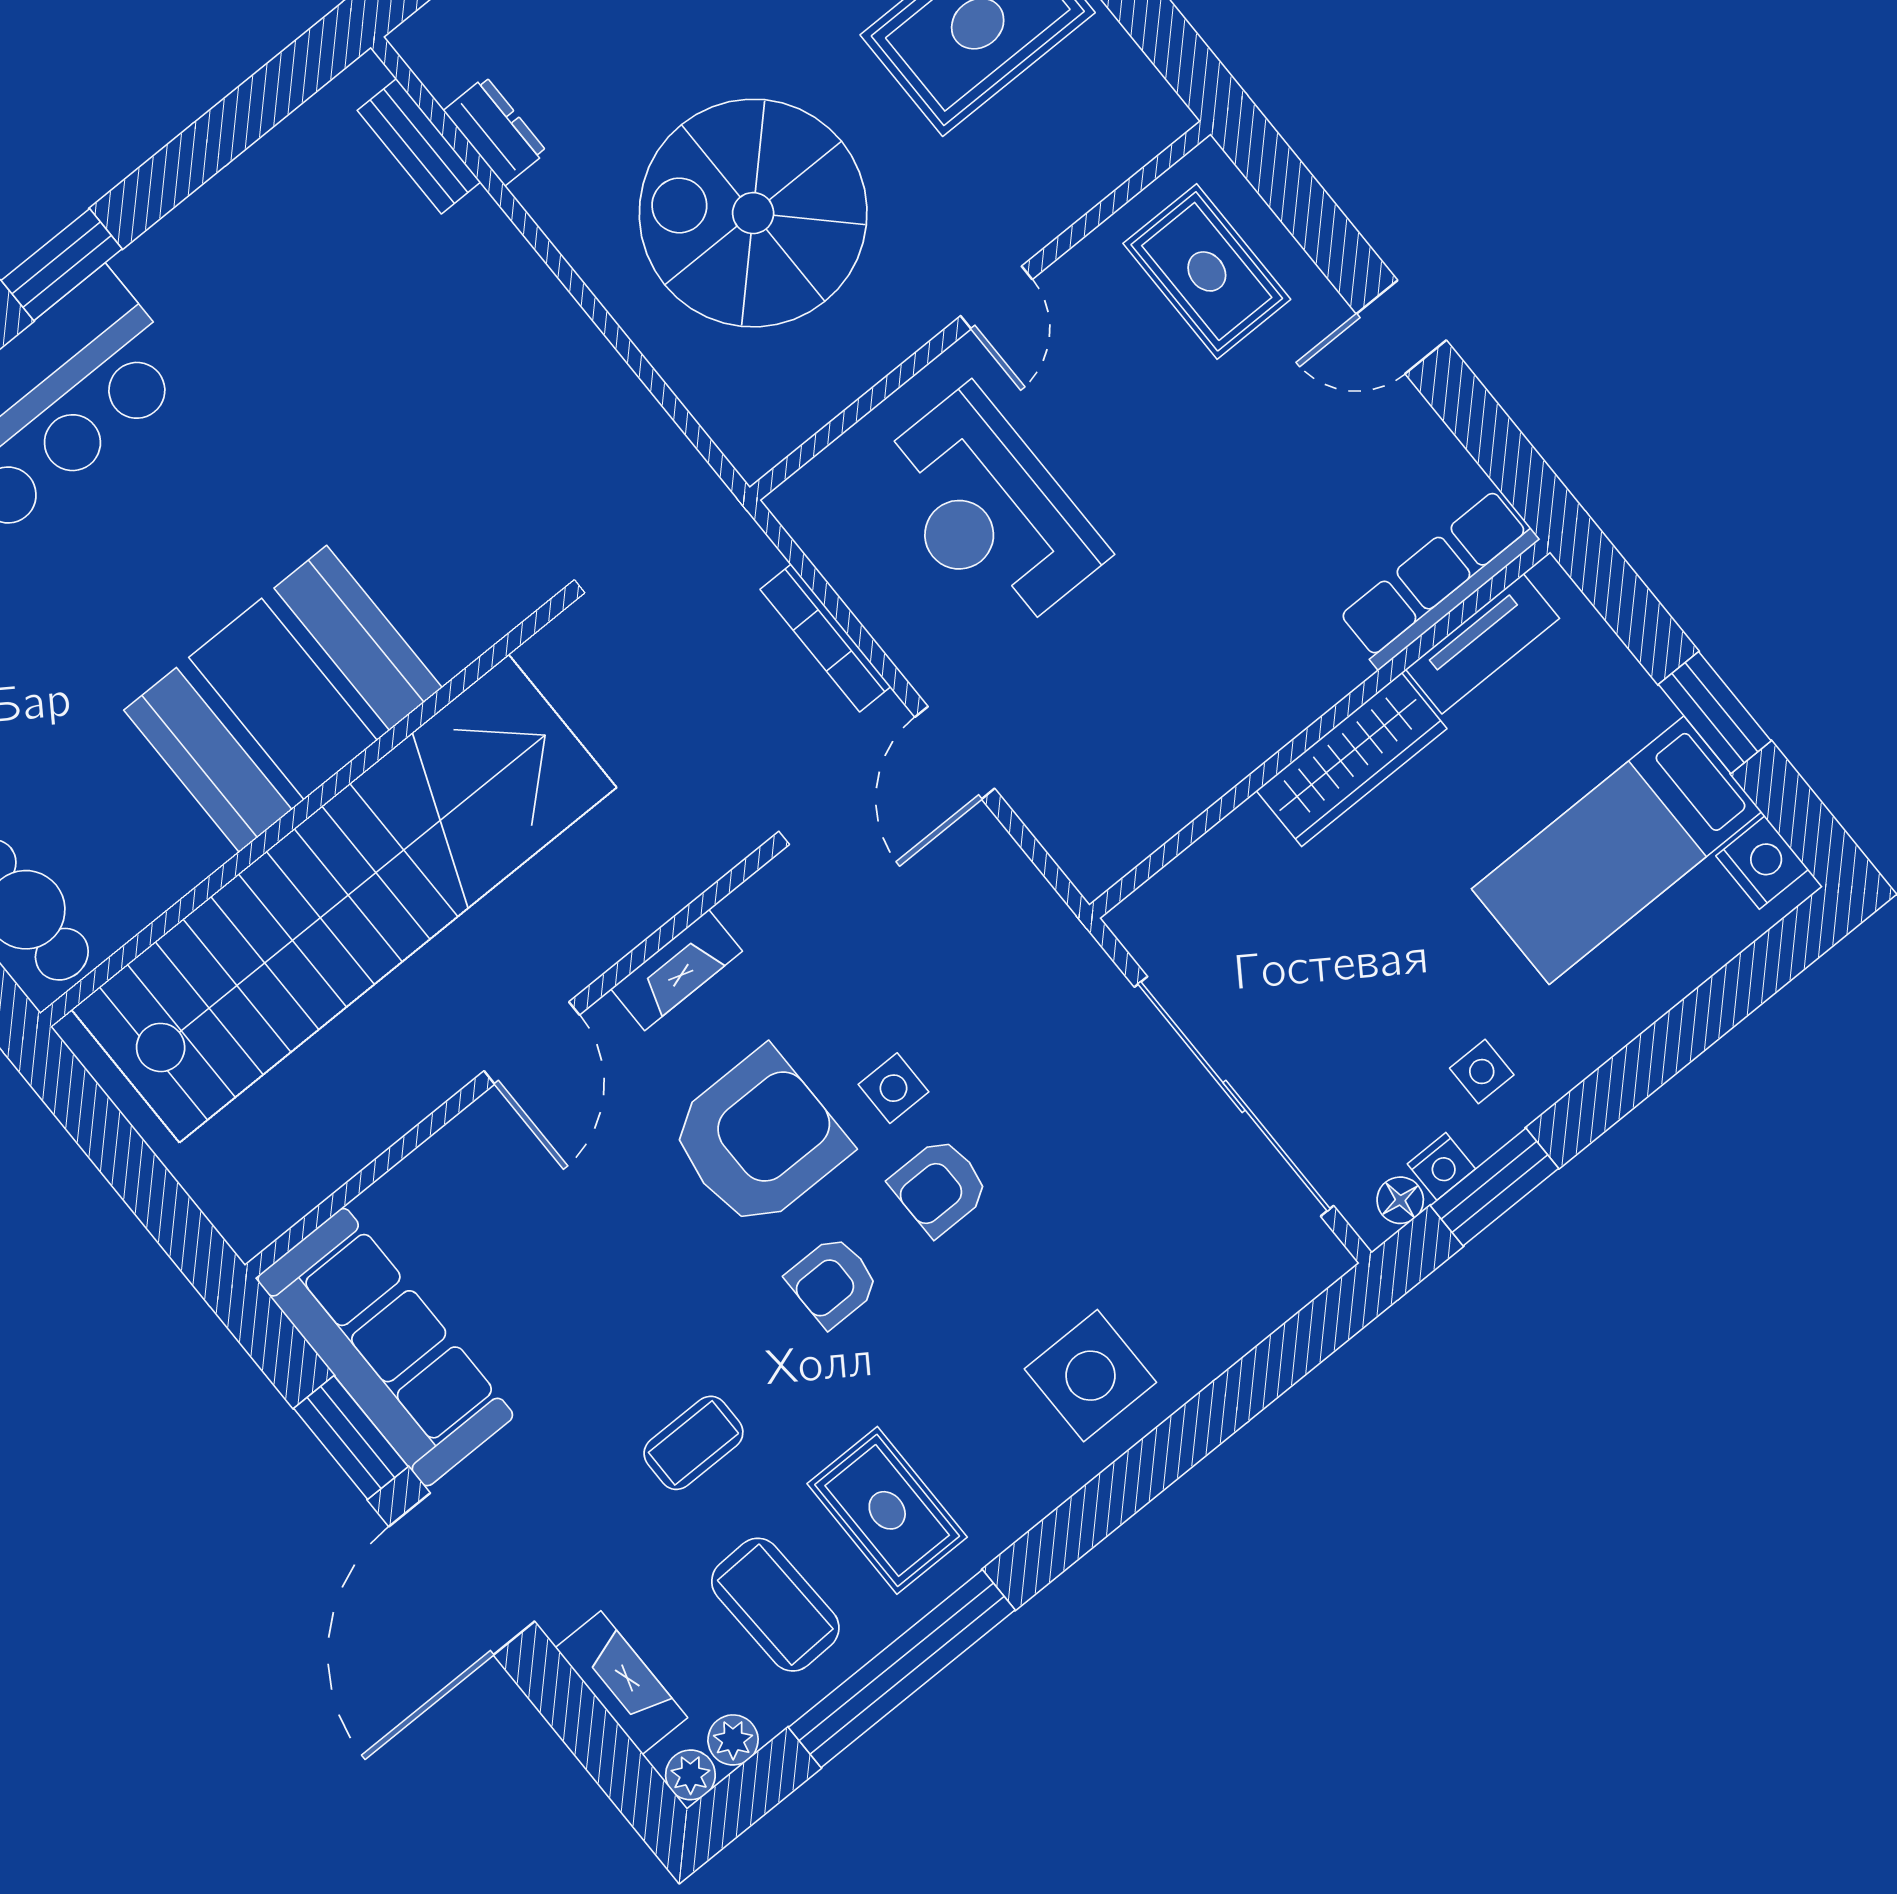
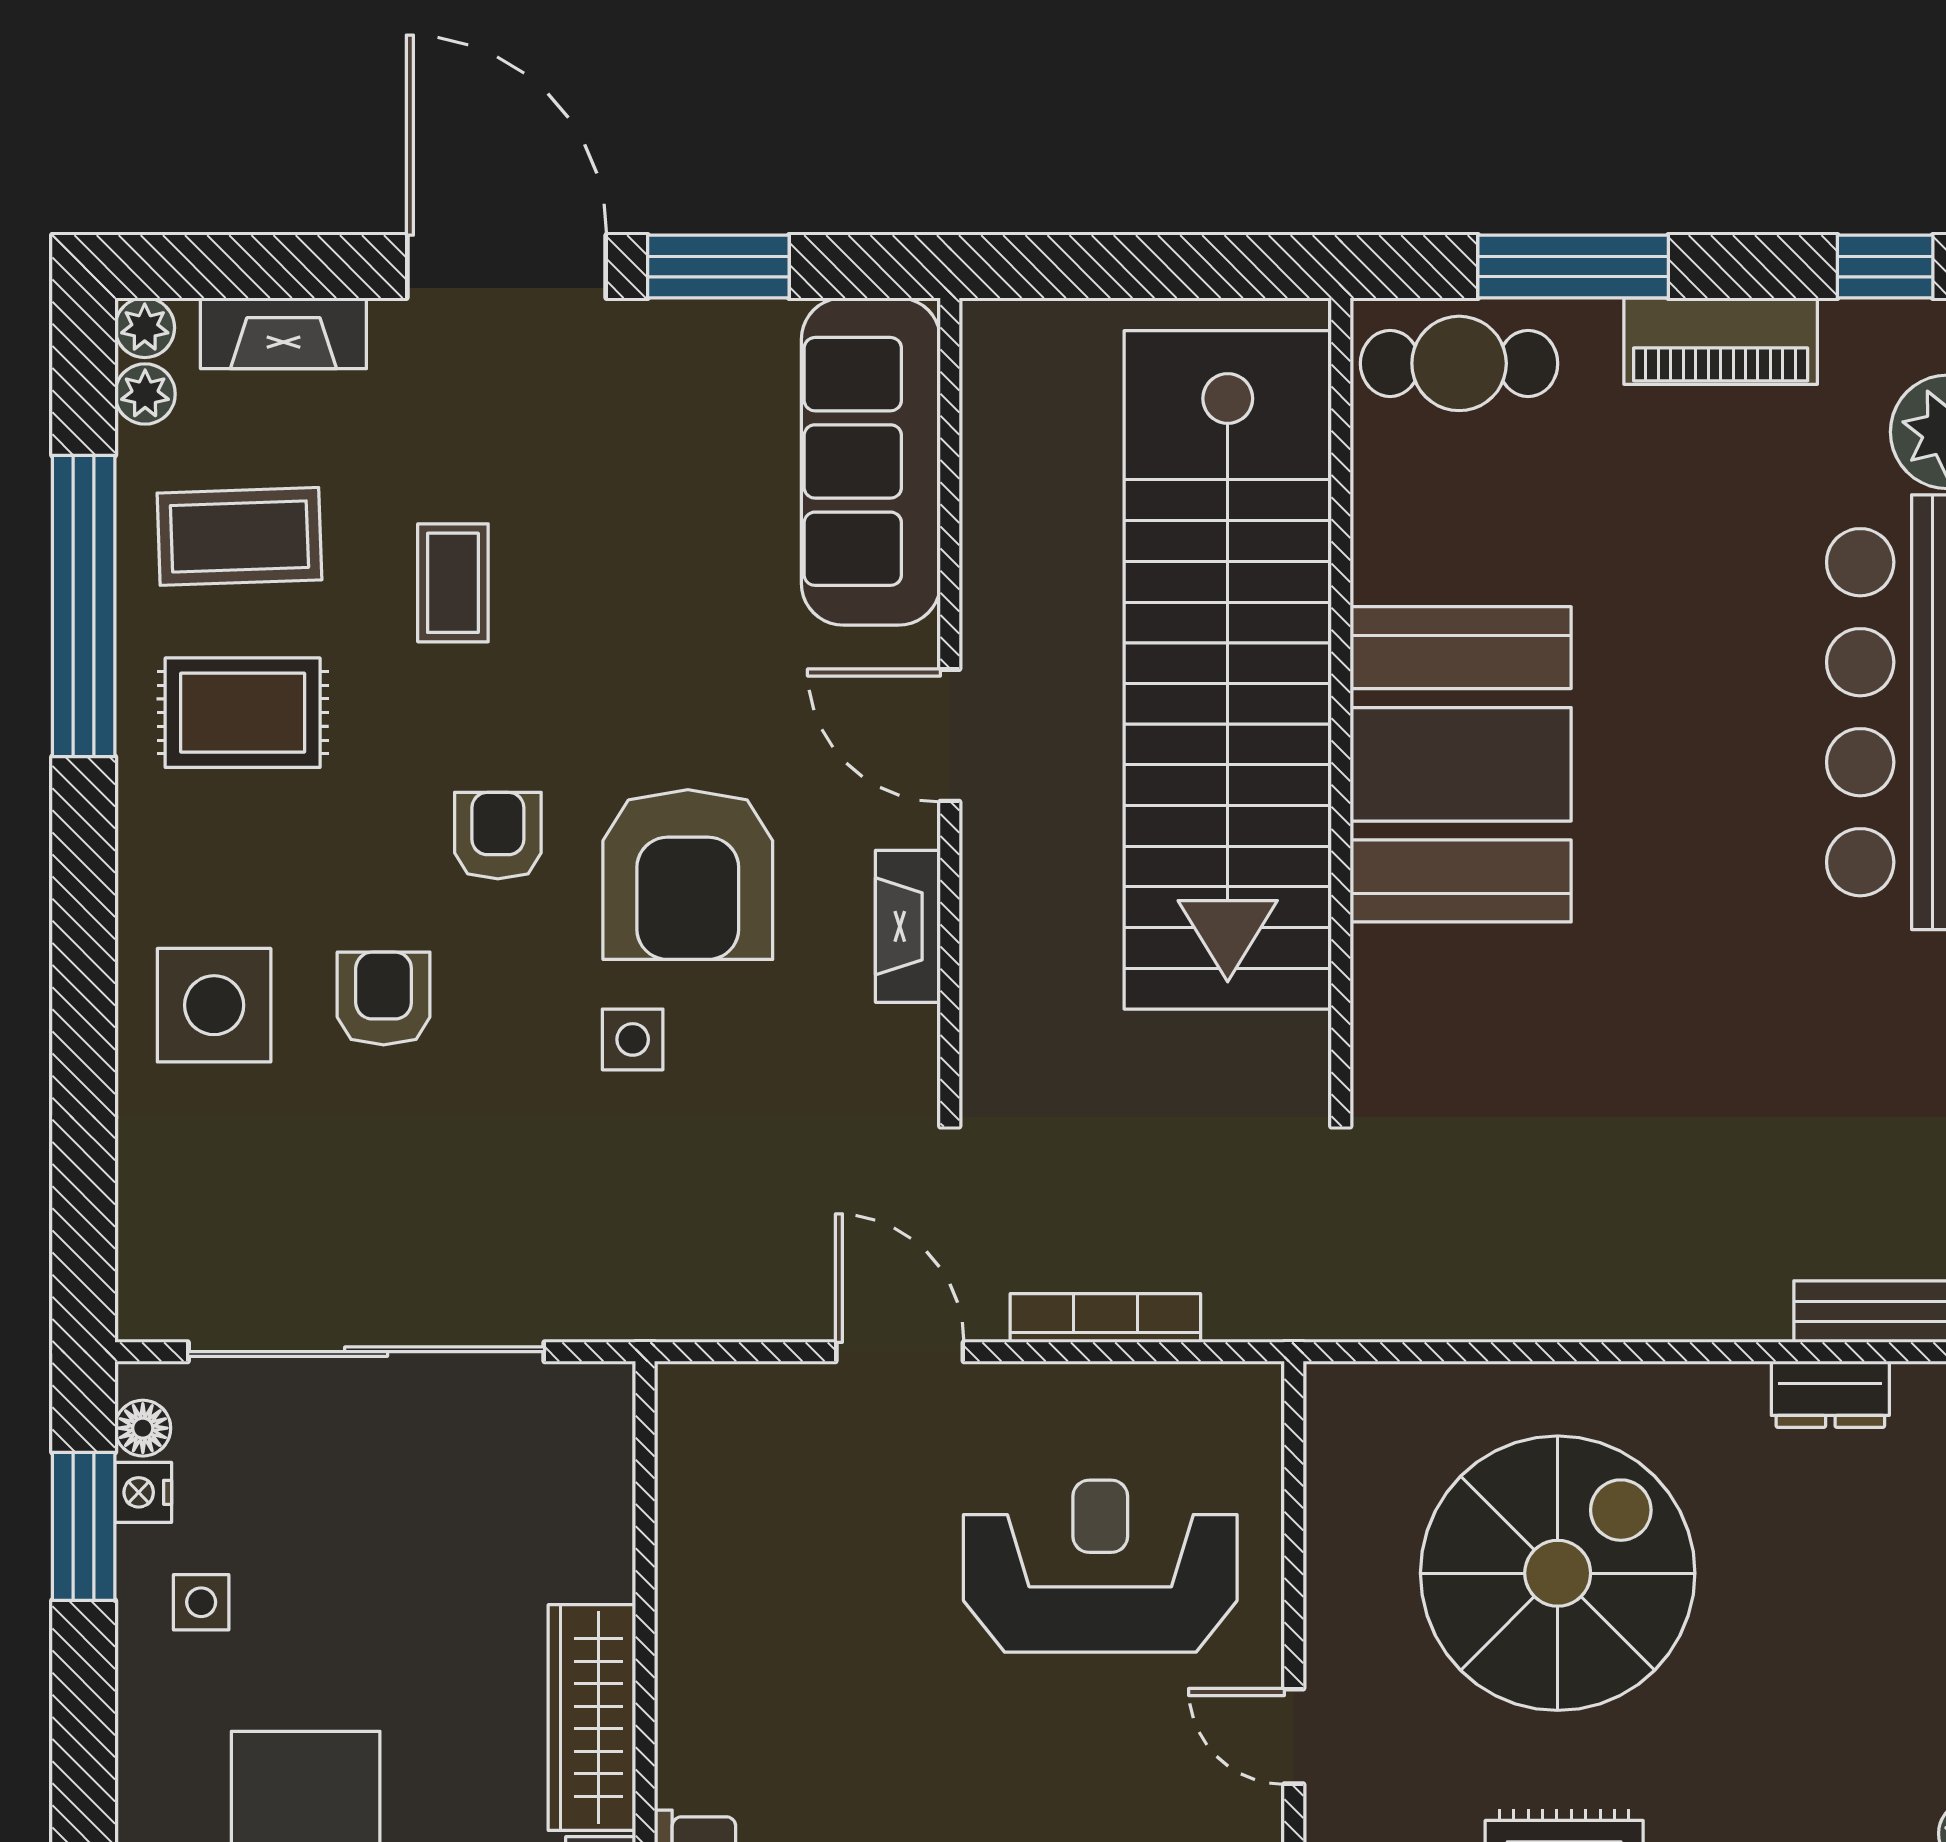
armchair: (939, 1187) -> (384, 999), moved
sofa: (385, 1347) -> (871, 461), moved, turned 90

